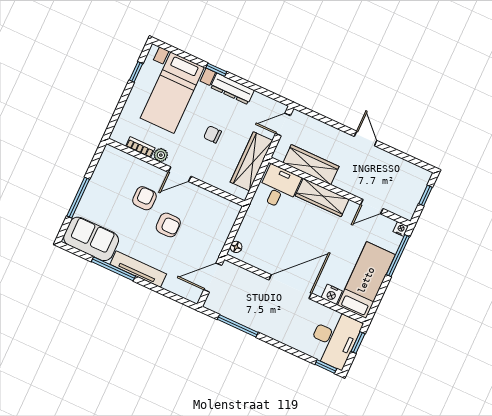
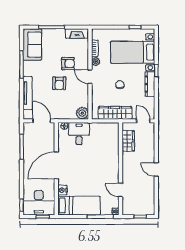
door: (366, 138) -> (156, 169), swing flipped
fireplace: (106, 164) -> (77, 34), added
wardrobe: (311, 165) -> (128, 141), width x0.67
desk: (279, 187) -> (79, 134), moved, turned -90
wardrobe: (322, 198) -> (113, 161), removed
plant: (229, 211) -> (82, 113), added
tv unit: (138, 269) -> (28, 93), moved
door: (290, 287) -> (56, 165), swing flipped

